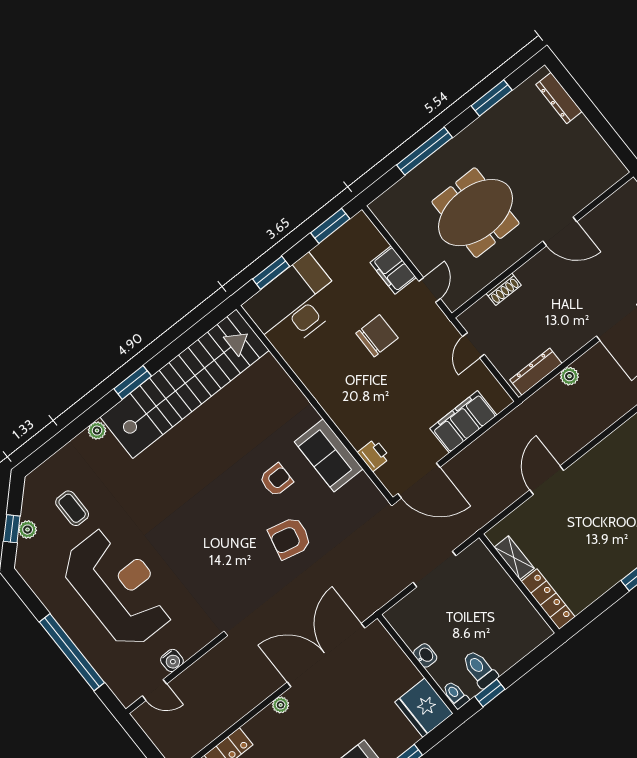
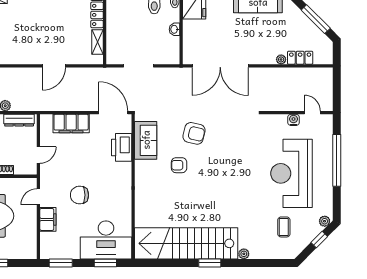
sofa: (329, 455) -> (146, 140), moved
printer: (374, 455) -> (122, 147), width x1.87, depth x1.48
plant: (28, 530) -> (325, 221), moved
plant: (281, 705) -> (281, 59), moved

